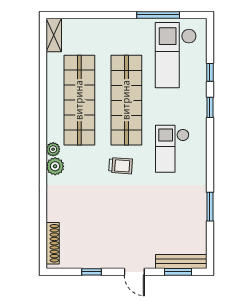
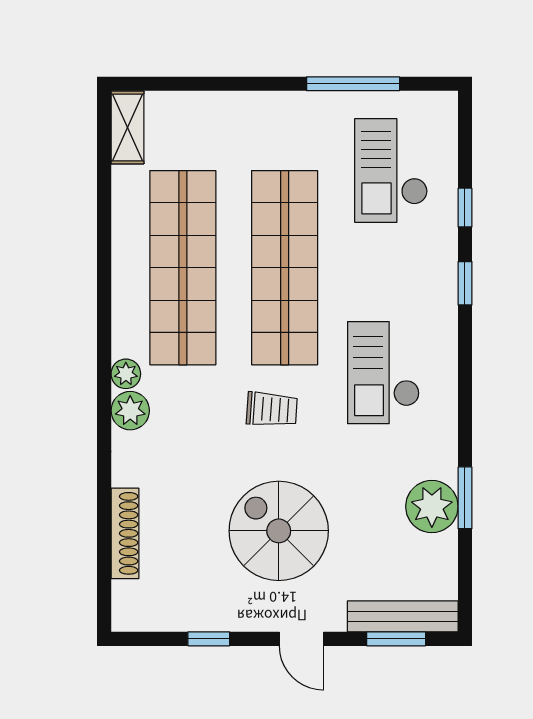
checkout: (176, 55) -> (391, 170), width x0.73, depth x0.83
plant: (195, 211) -> (432, 507), added
spiral stairs: (124, 222) -> (279, 531), added
shoe rack: (53, 243) -> (125, 533), moved

